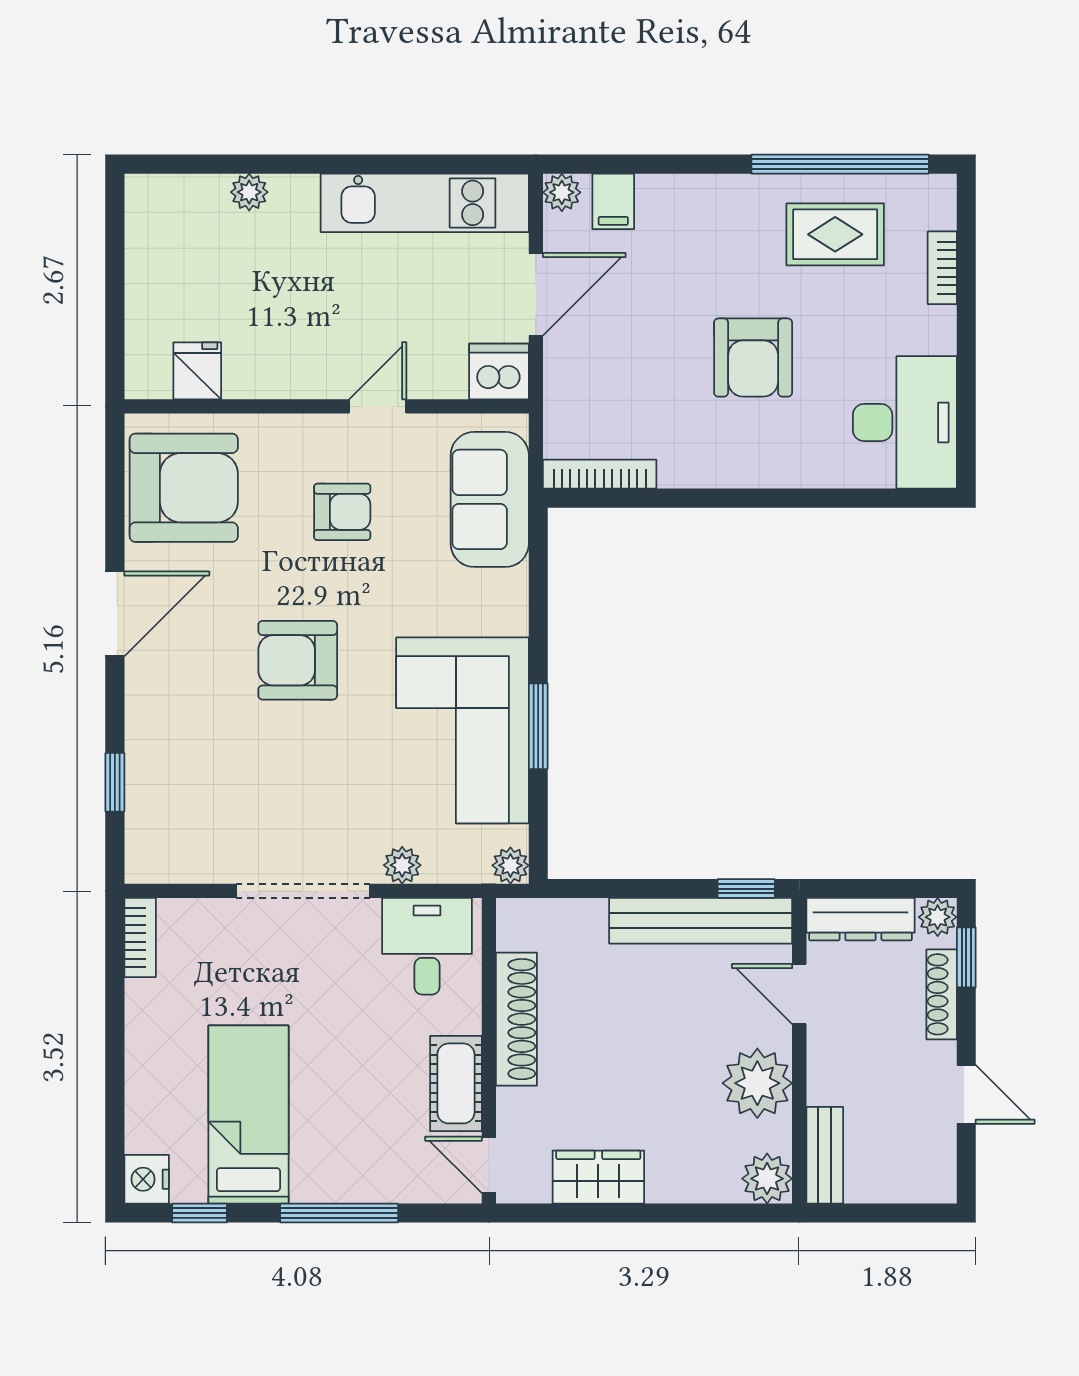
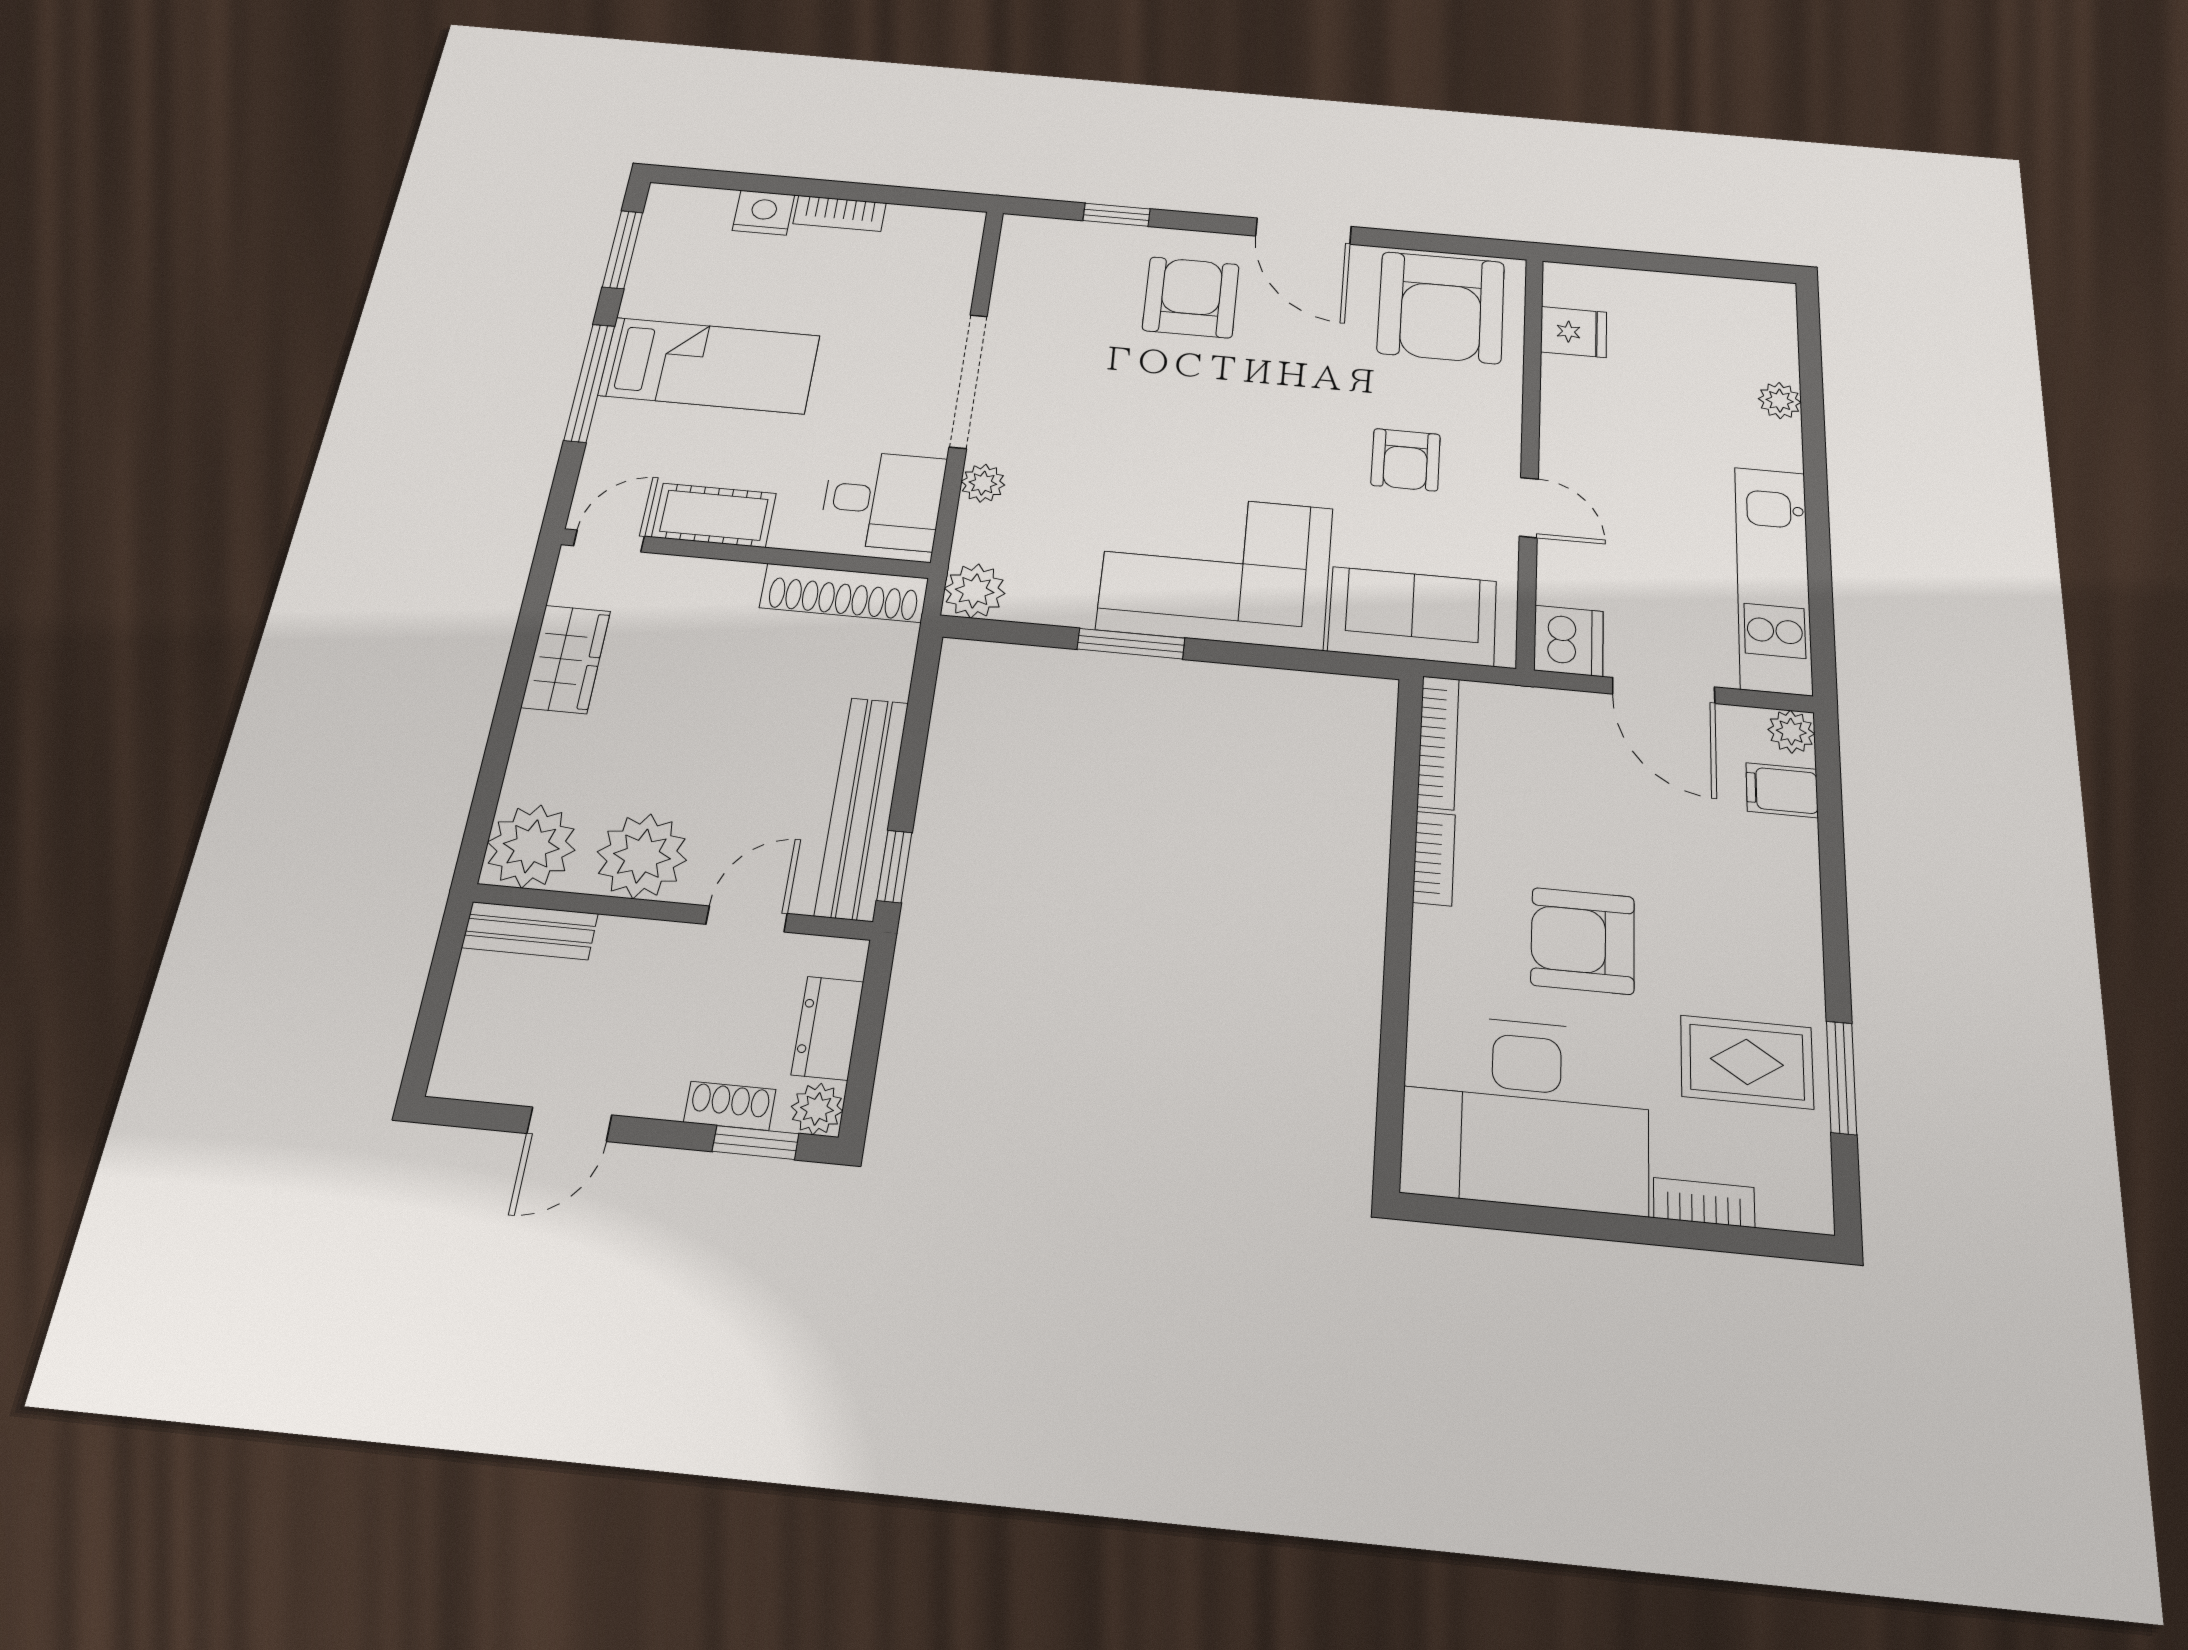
window: (840, 164) -> (1841, 1077), width x0.47
rug: (835, 234) -> (1747, 1062), turned 90
desk: (905, 422) -> (1526, 1112), width x1.36, depth x1.30
bookcase: (698, 474) -> (1434, 858), added
armchair: (298, 660) -> (1191, 297), moved
corner sofa: (462, 730) -> (1216, 568), moved
plant: (510, 865) -> (975, 591), width x1.38, depth x1.38
dresser: (861, 919) -> (828, 1028), width x0.70
bookcase: (140, 937) -> (840, 213), moved
shoe rack: (942, 994) -> (730, 1106), width x0.70
shoe rack: (516, 1019) -> (844, 593), moved
bed: (248, 1115) -> (709, 365), moved
nightstand: (147, 1179) -> (764, 213), moved
plant: (767, 1179) -> (531, 846), width x1.36, depth x1.36
window: (200, 1213) -> (623, 250), width x1.50

